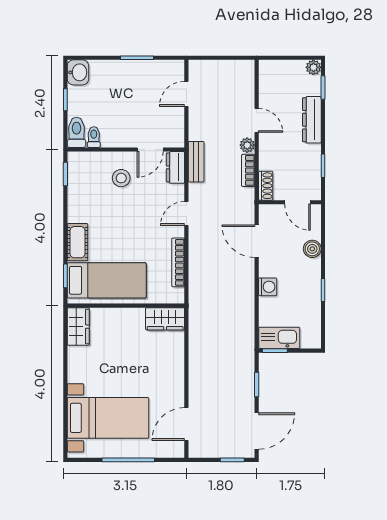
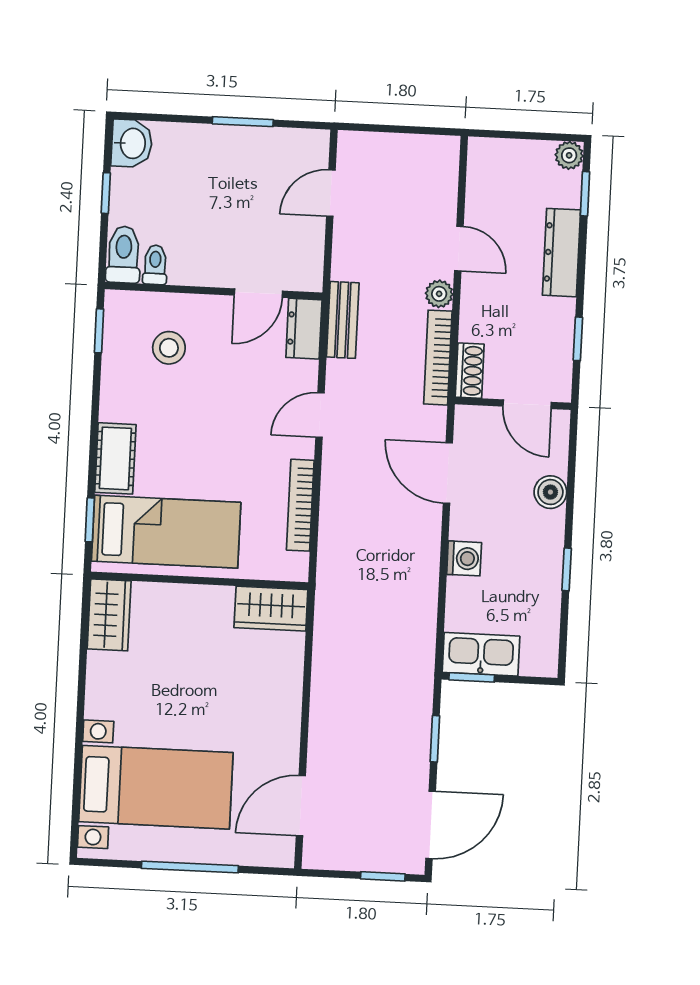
bookcase: (248, 170) -> (438, 358), width x1.56
stool: (121, 178) -> (169, 348), moved

